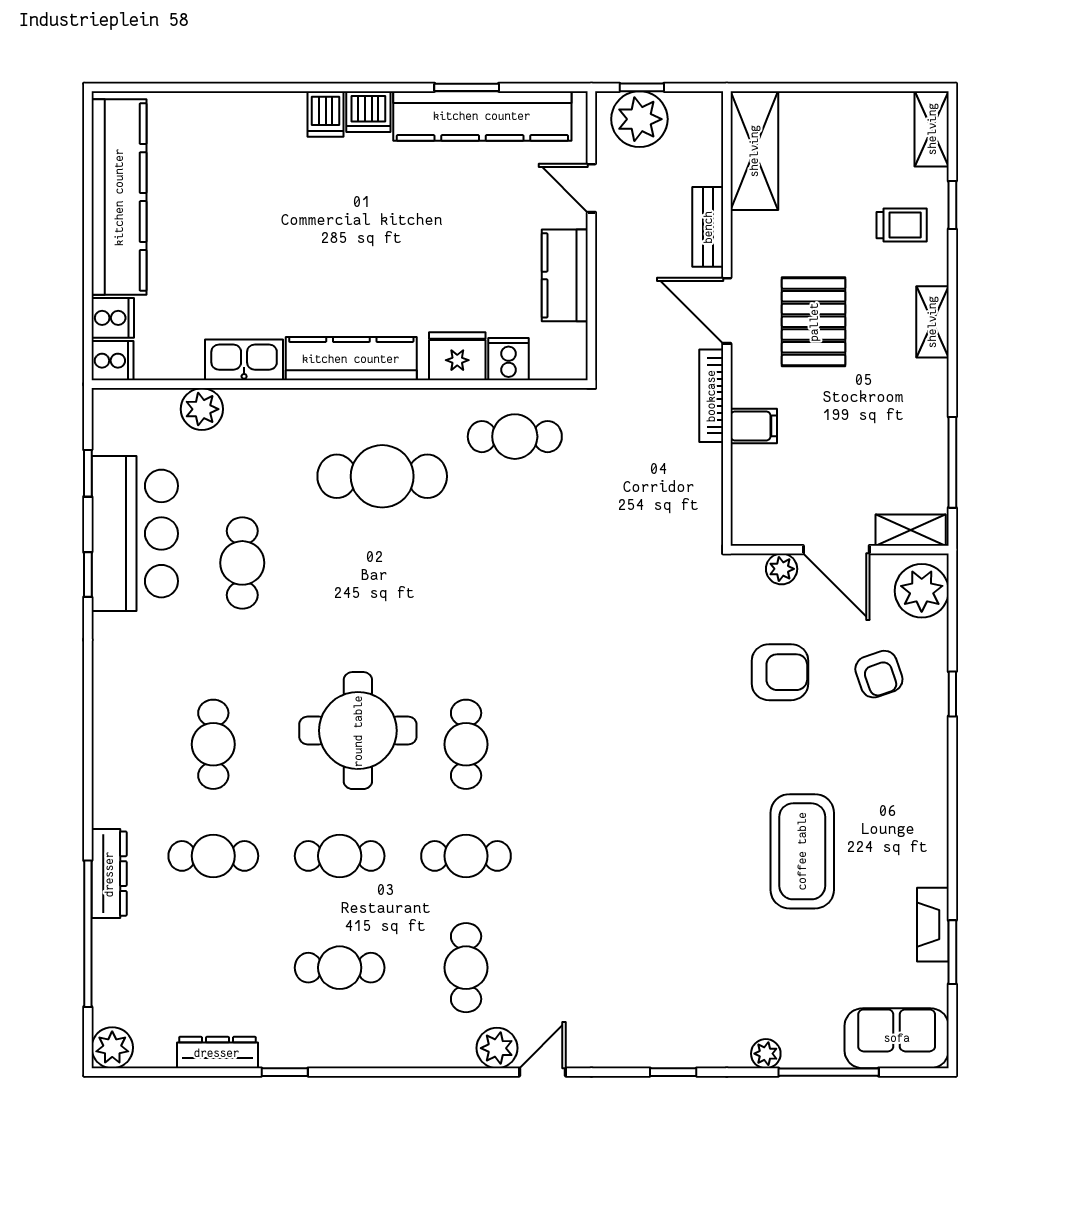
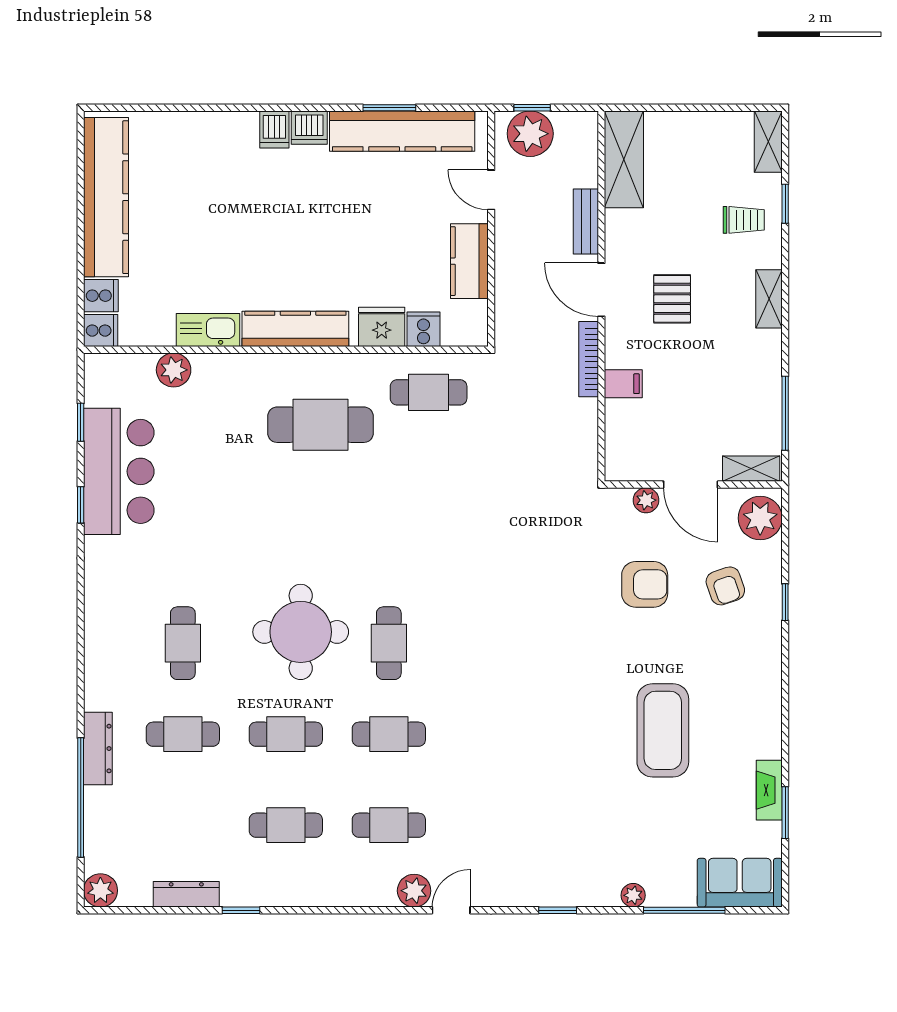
pallet: (814, 322) -> (672, 299), width x0.67, depth x0.71
cafe table: (242, 563) -> (206, 495), removed
cafe table: (466, 968) -> (389, 825), turned 90

